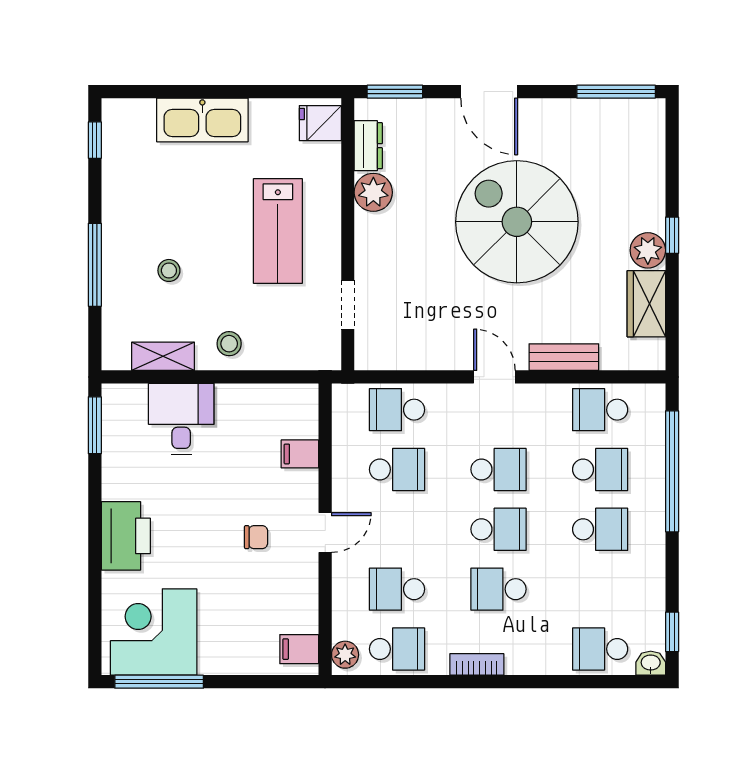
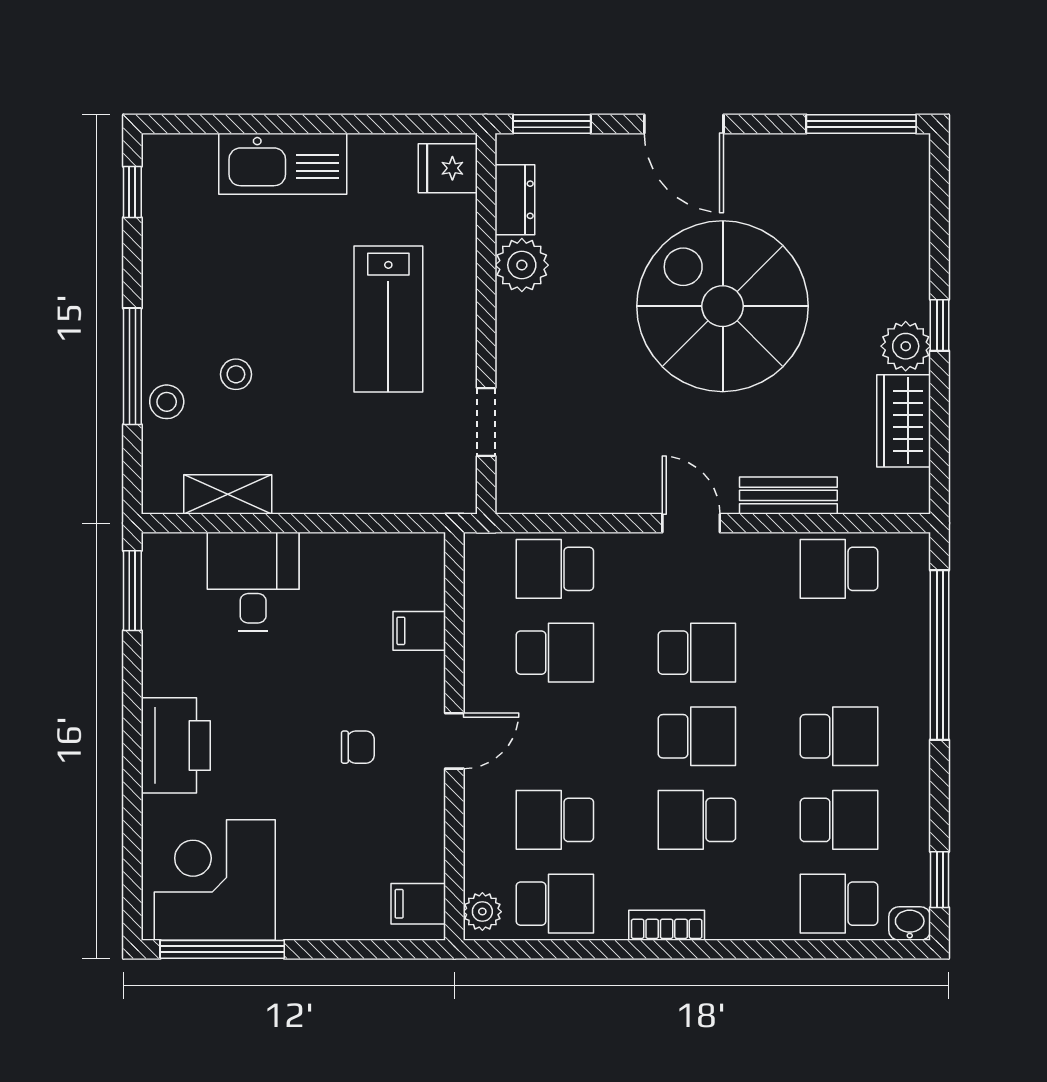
stool: (229, 344) -> (167, 402), moved
school desk: (600, 469) -> (839, 820), moved

